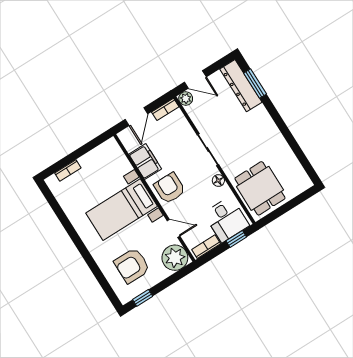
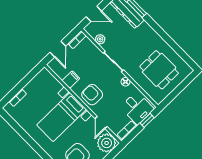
plant: (186, 98) -> (100, 39), moved
filing cabinet: (145, 162) -> (71, 80), width x0.50
dining table: (260, 188) -> (159, 70), moved
door: (173, 228) -> (101, 122), swing flipped

